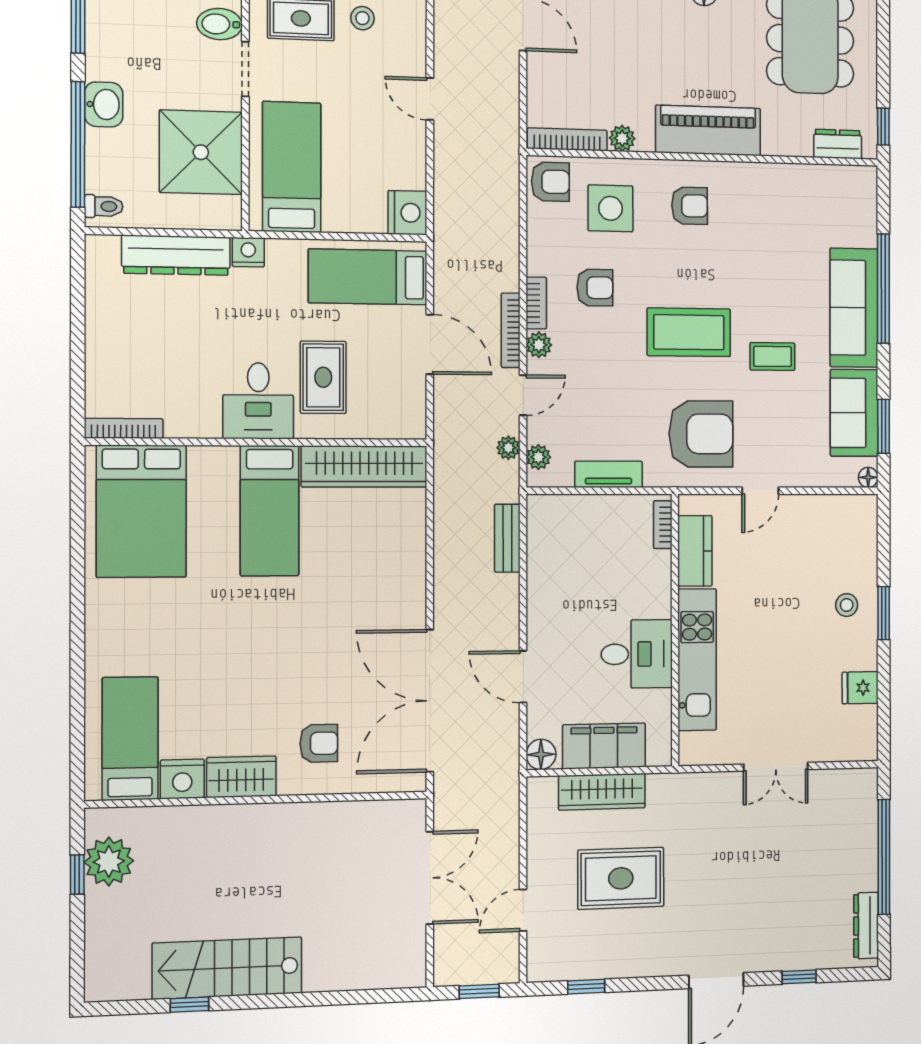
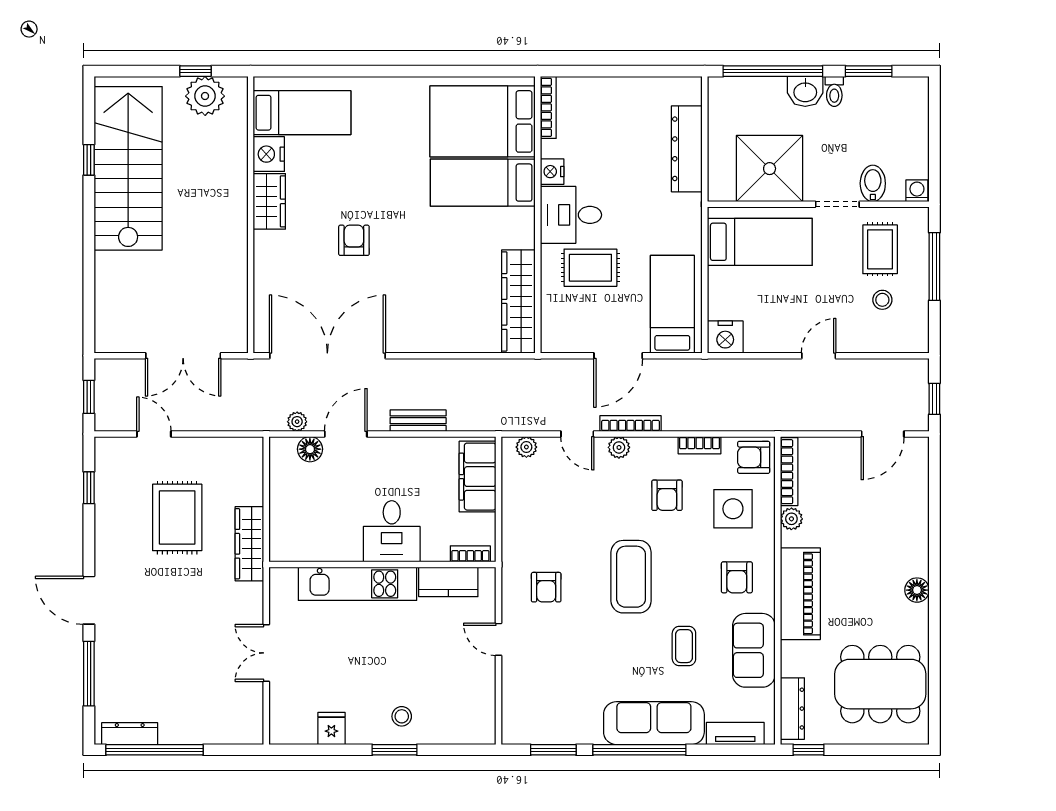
dresser: (838, 144) -> (792, 709), width x1.44
armchair: (550, 182) -> (754, 457), turned 90
toilet: (104, 206) -> (834, 91), moved
nightstand: (248, 252) -> (552, 172), moved, turned 180
window: (883, 289) -> (639, 750), moved
bookcase: (536, 303) -> (700, 445), moved
coffee table: (772, 356) -> (684, 646), moved
sofa: (854, 413) -> (754, 650), moved, turned -90
armchair: (701, 434) -> (546, 587), width x0.53, depth x0.53
plant: (508, 448) -> (297, 422), moved
tv unit: (609, 474) -> (735, 734), moved, turned -90
floor lamp: (868, 477) -> (510, 736), removed
bed: (270, 511) -> (483, 183), moved
bench: (507, 538) -> (418, 421), moved
desk: (637, 654) -> (392, 531), moved
armchair: (319, 743) -> (354, 240), moved, turned 180
filing cabinet: (604, 746) -> (478, 477), moved, turned 180
floor lamp: (541, 754) -> (310, 449), moved
wardrobe: (602, 792) -> (249, 544), moved
window: (884, 857) -> (155, 750), moved
stairs: (227, 968) -> (128, 168), width x1.36, depth x1.51
window: (799, 977) -> (89, 674), width x2.17

